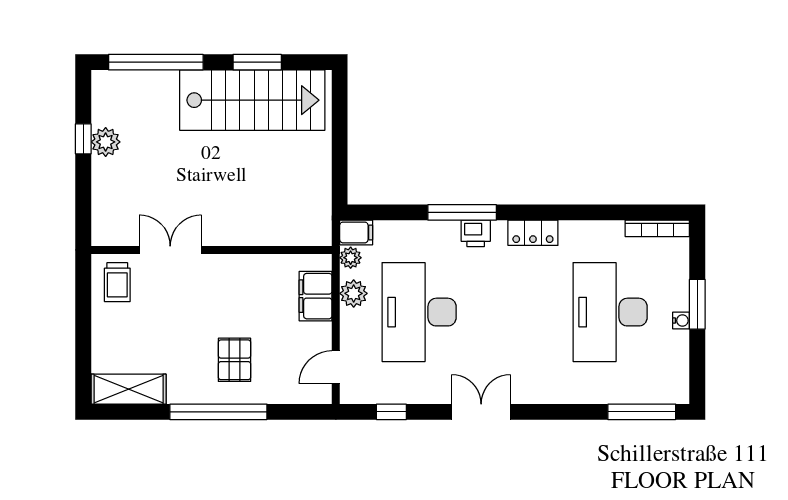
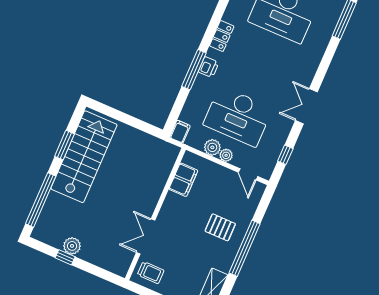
plant: (351, 258) -> (226, 155), moved
filing cabinet: (315, 296) -> (183, 180), moved, turned -90

